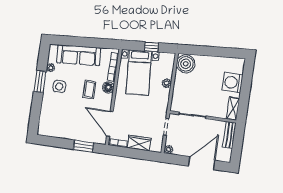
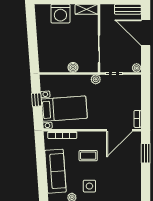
boiler: (186, 64) -> (73, 67), moved, width x0.54, depth x0.54
plant: (167, 83) -> (96, 79), moved
floor lamp: (108, 87) -> (83, 137), removed
bench: (229, 135) -> (128, 9), moved
wardrobe: (139, 143) -> (135, 98), removed

